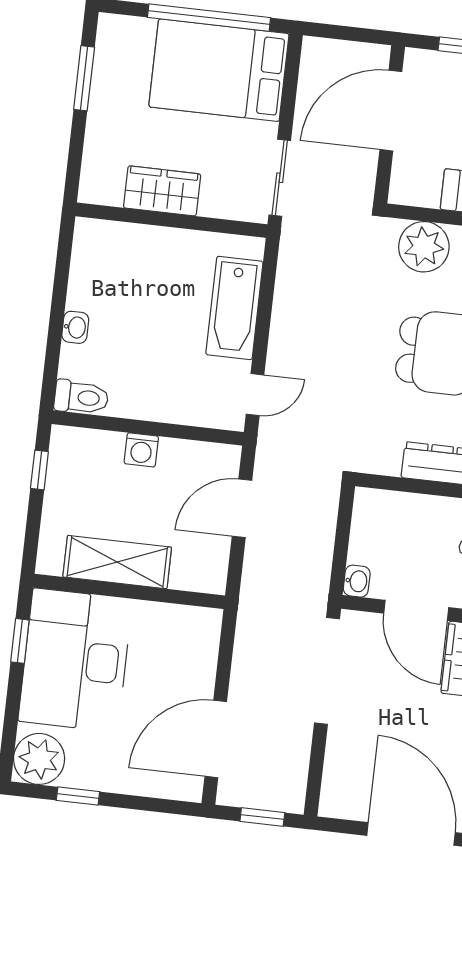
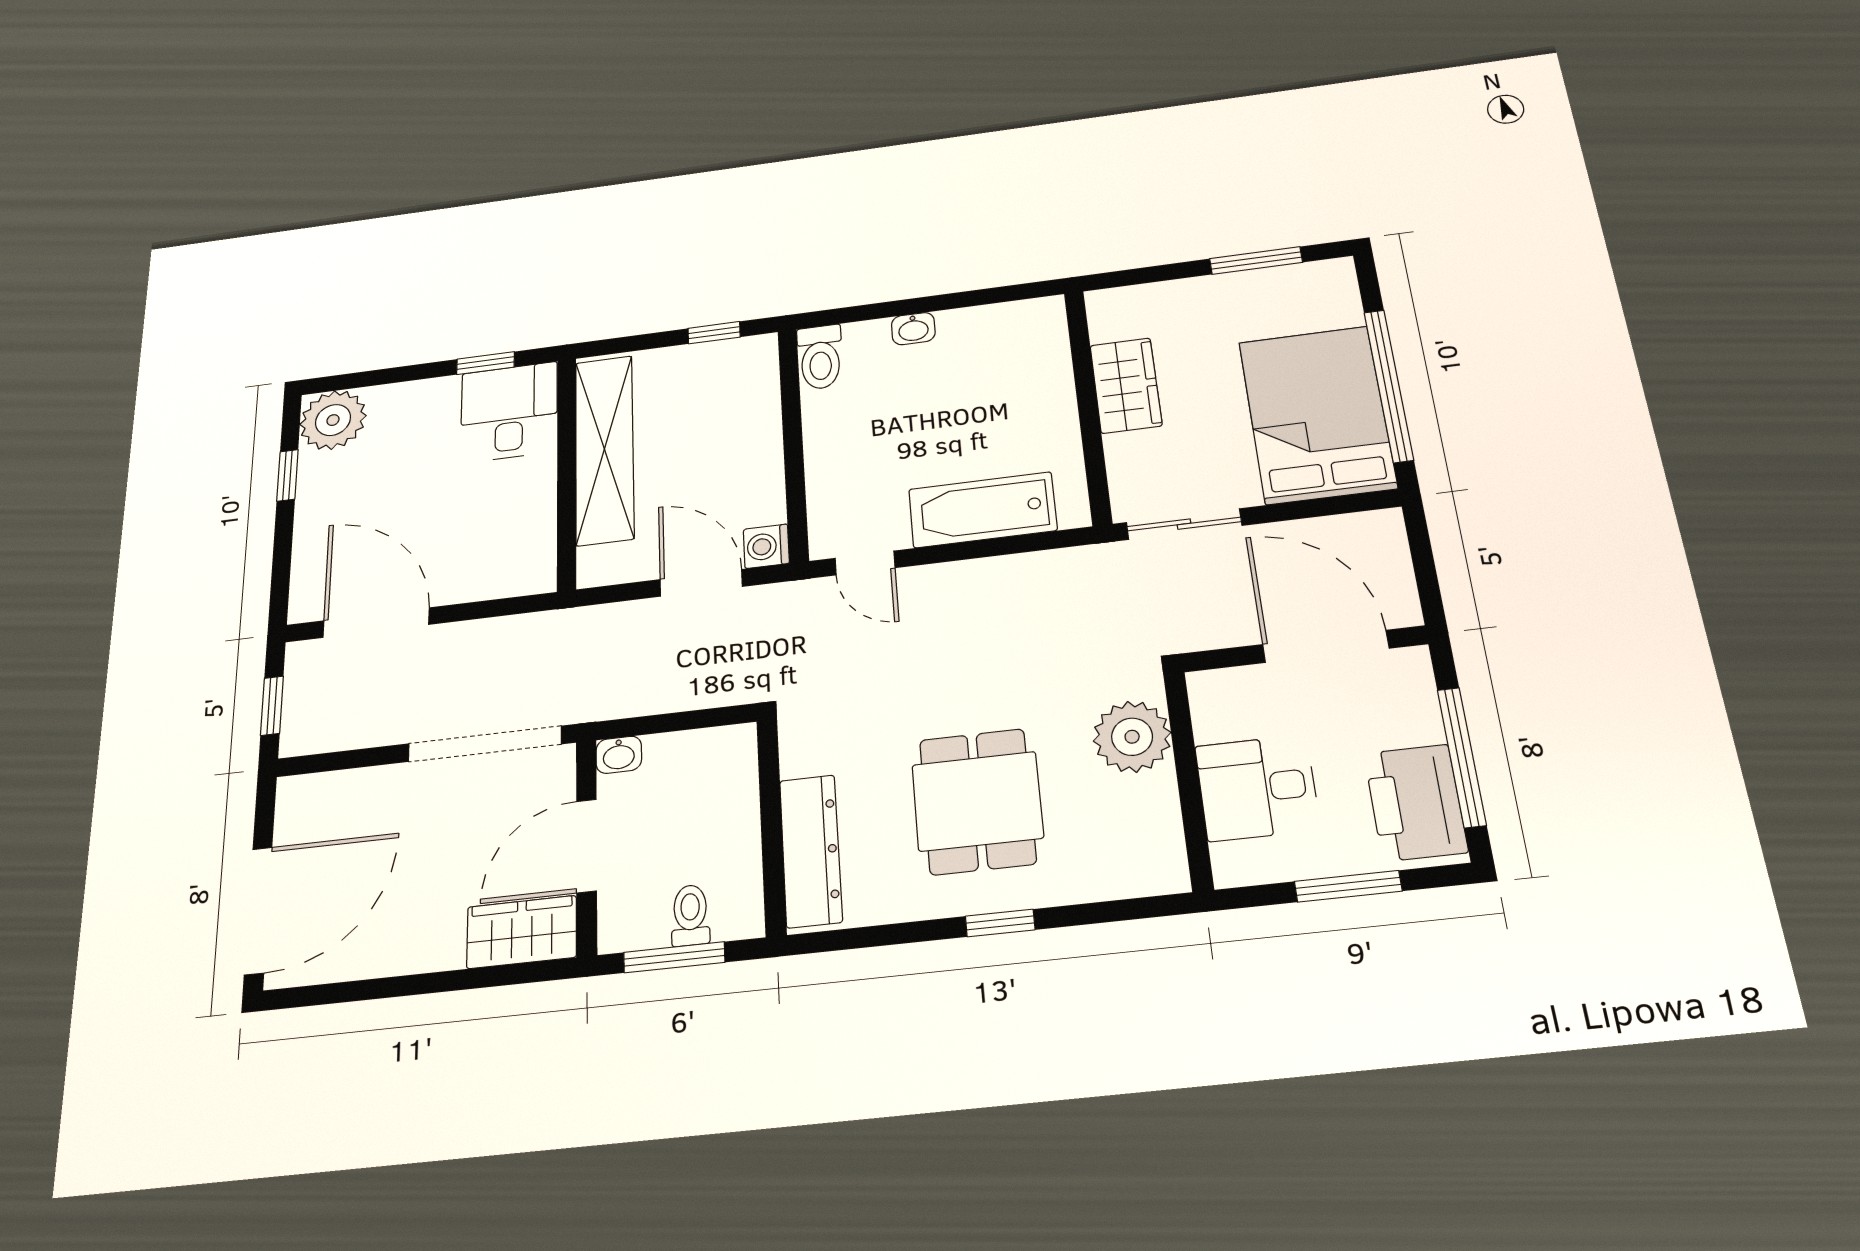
washing machine: (141, 450) -> (766, 546), moved
shelving: (117, 562) -> (604, 449), width x1.47
desk: (75, 660) -> (509, 412), width x0.53, depth x0.77

